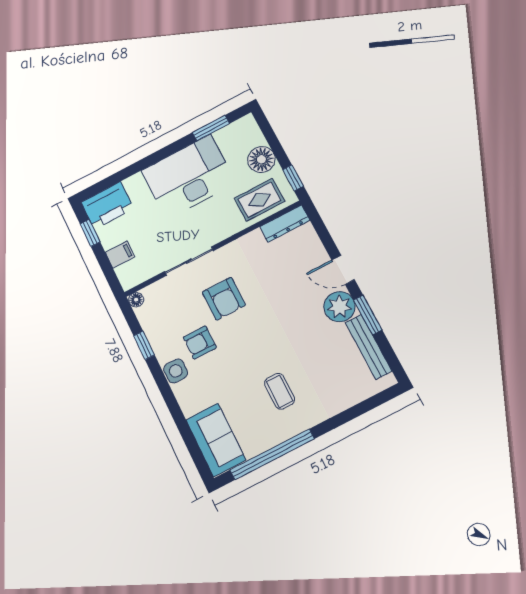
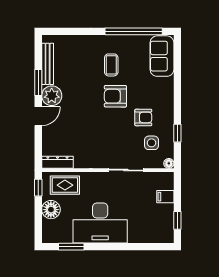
printer: (107, 205) -> (158, 232), removed
door: (343, 270) -> (38, 116), hinge flipped
armchair: (224, 299) -> (115, 96), moved, turned -90
side table: (176, 371) -> (151, 143), moved

